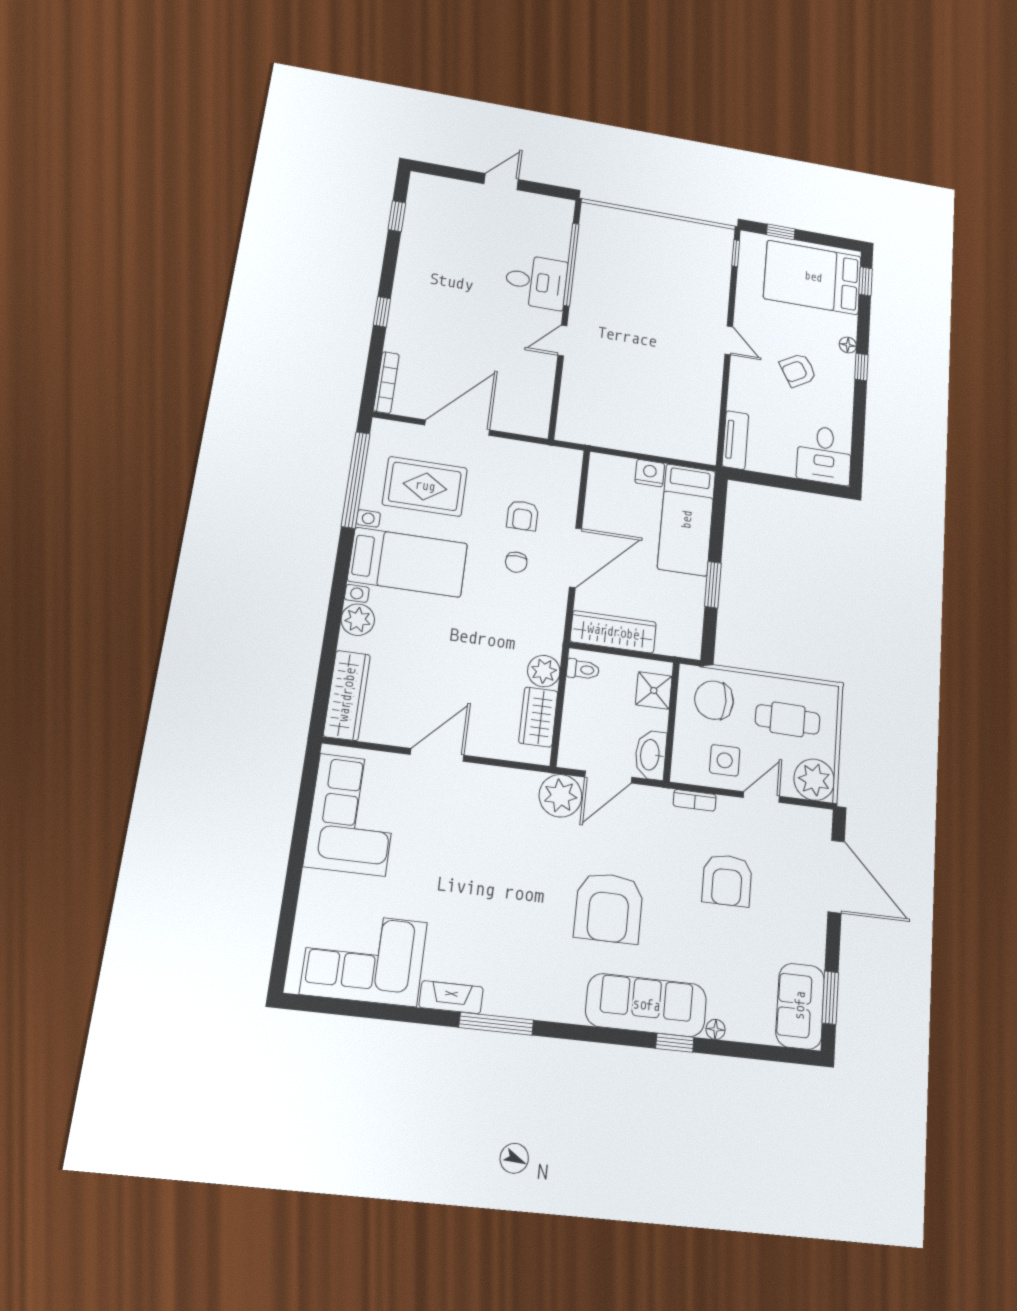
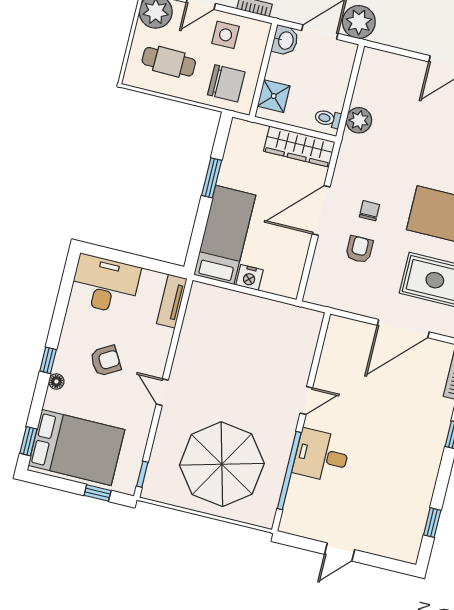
parasol: (649, 268) -> (222, 464), added
desk: (824, 455) -> (105, 284), width x1.37
wardrobe: (538, 717) -> (368, 85), removed
washbasin: (651, 755) -> (285, 40), width x0.72

